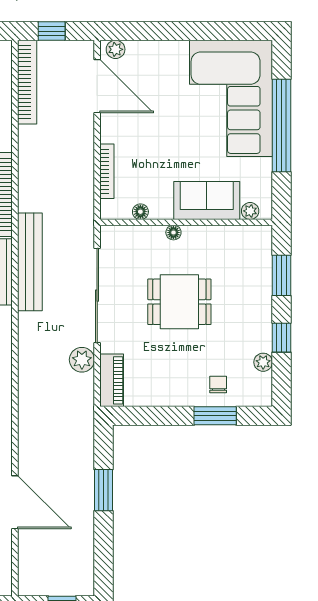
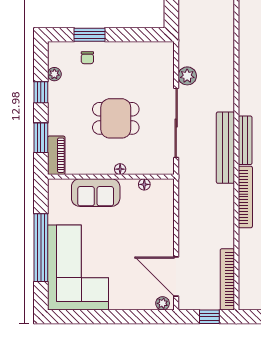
bookcase: (107, 171) -> (169, 214), removed
plant: (250, 211) -> (64, 185), removed
piano: (112, 380) -> (56, 155), moved, turned 180

